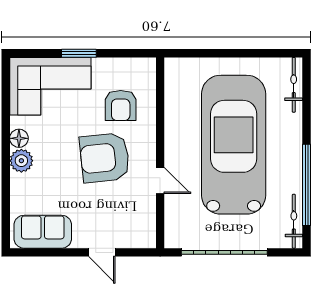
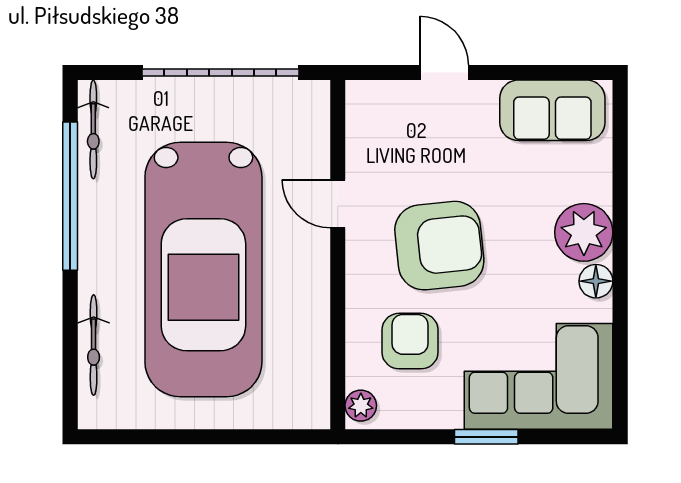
plant: (148, 70) -> (361, 406), added
bicycle: (294, 85) -> (94, 345), moved
plant: (21, 161) -> (584, 232), width x1.36, depth x1.36

